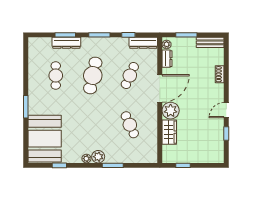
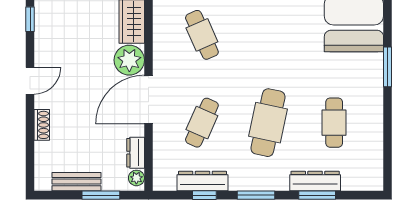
bench: (210, 42) -> (77, 182), moved
dresser: (143, 43) -> (202, 181), moved
door: (226, 110) -> (30, 81), moved

